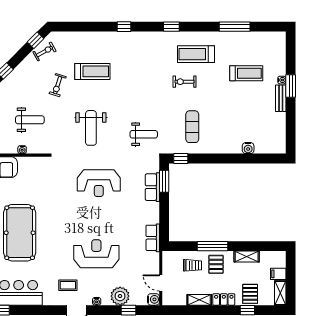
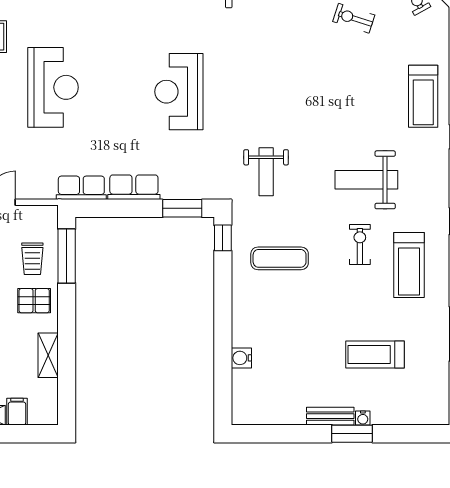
treadmill: (196, 54) -> (409, 265), turned 180
treadmill: (92, 71) -> (423, 96), moved
treadmill: (246, 73) -> (375, 355), turned 90
weight bench: (91, 128) -> (366, 180), moved
row of seats: (152, 187) -> (134, 187), moved
window: (213, 246) -> (67, 256), moved

